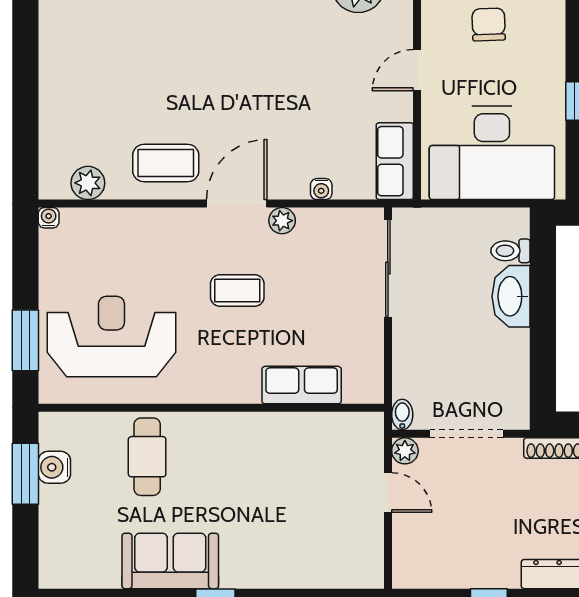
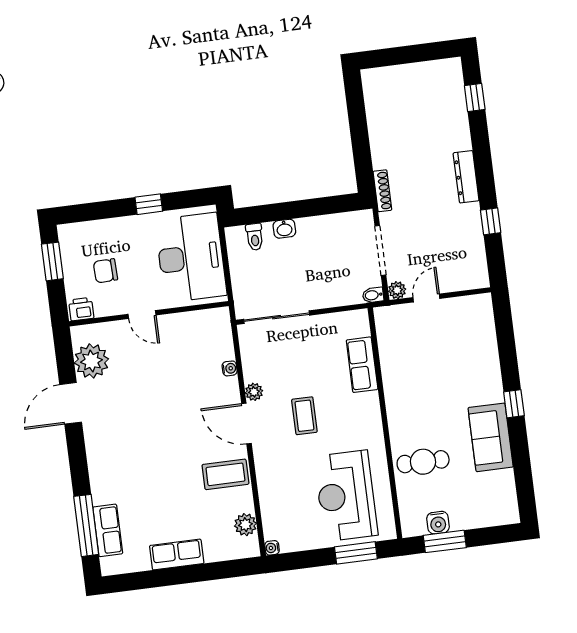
row of seats: (395, 161) -> (177, 555), moved, turned 180
coffee table: (166, 163) -> (225, 474), turned 90
washbasin: (511, 296) -> (284, 229), width x0.52, depth x0.69

